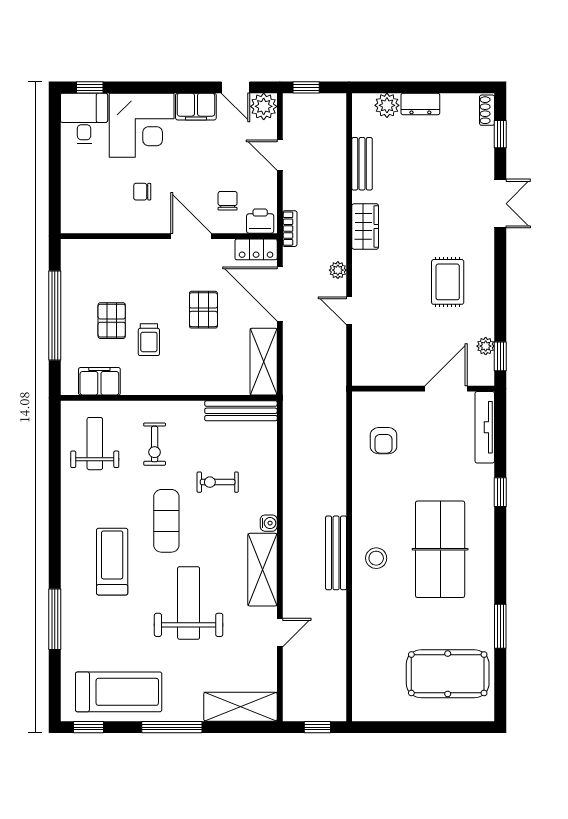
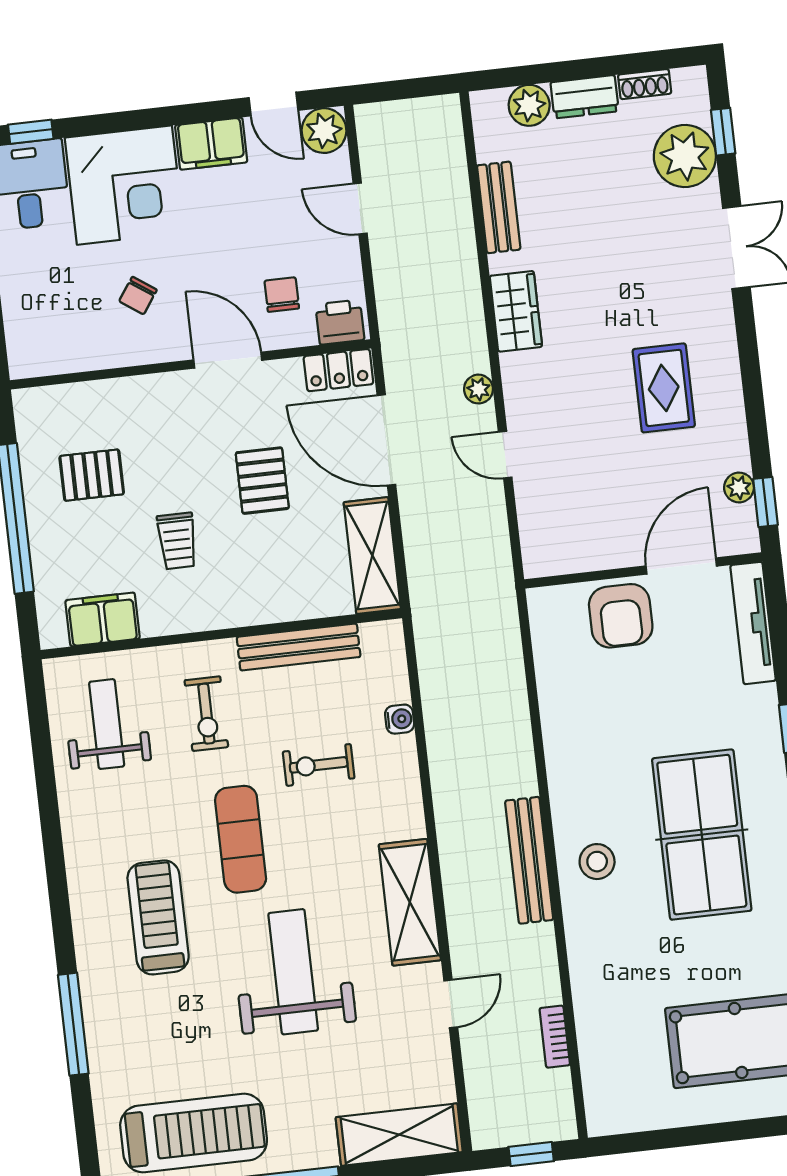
window: (306, 87) -> (391, 91), removed
shoe rack: (487, 110) -> (645, 84), moved, turned -90
plant: (476, 146) -> (685, 156), added
chair: (142, 192) -> (138, 296), turned -55
bookcase: (290, 229) -> (555, 1037), moved, turned 180
pallet: (112, 321) -> (92, 475), moved, turned 90
bench: (241, 411) -> (299, 647), moved
armchair: (383, 441) -> (621, 616), moved, width x1.38, depth x1.38
water cooler: (269, 523) -> (400, 719), moved

